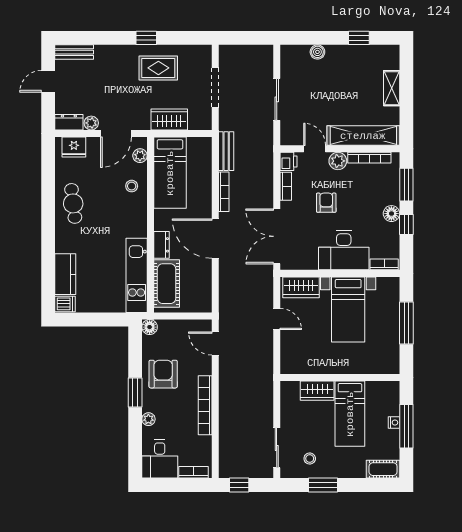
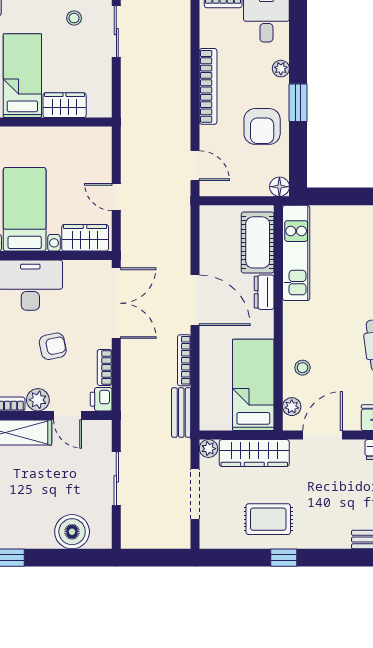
boiler: (317, 52) -> (72, 532), width x1.86, depth x1.86
wardrobe: (169, 120) -> (254, 453), width x1.50
plant: (91, 123) -> (209, 449), moved
armchair: (326, 203) -> (53, 346), turned -102

